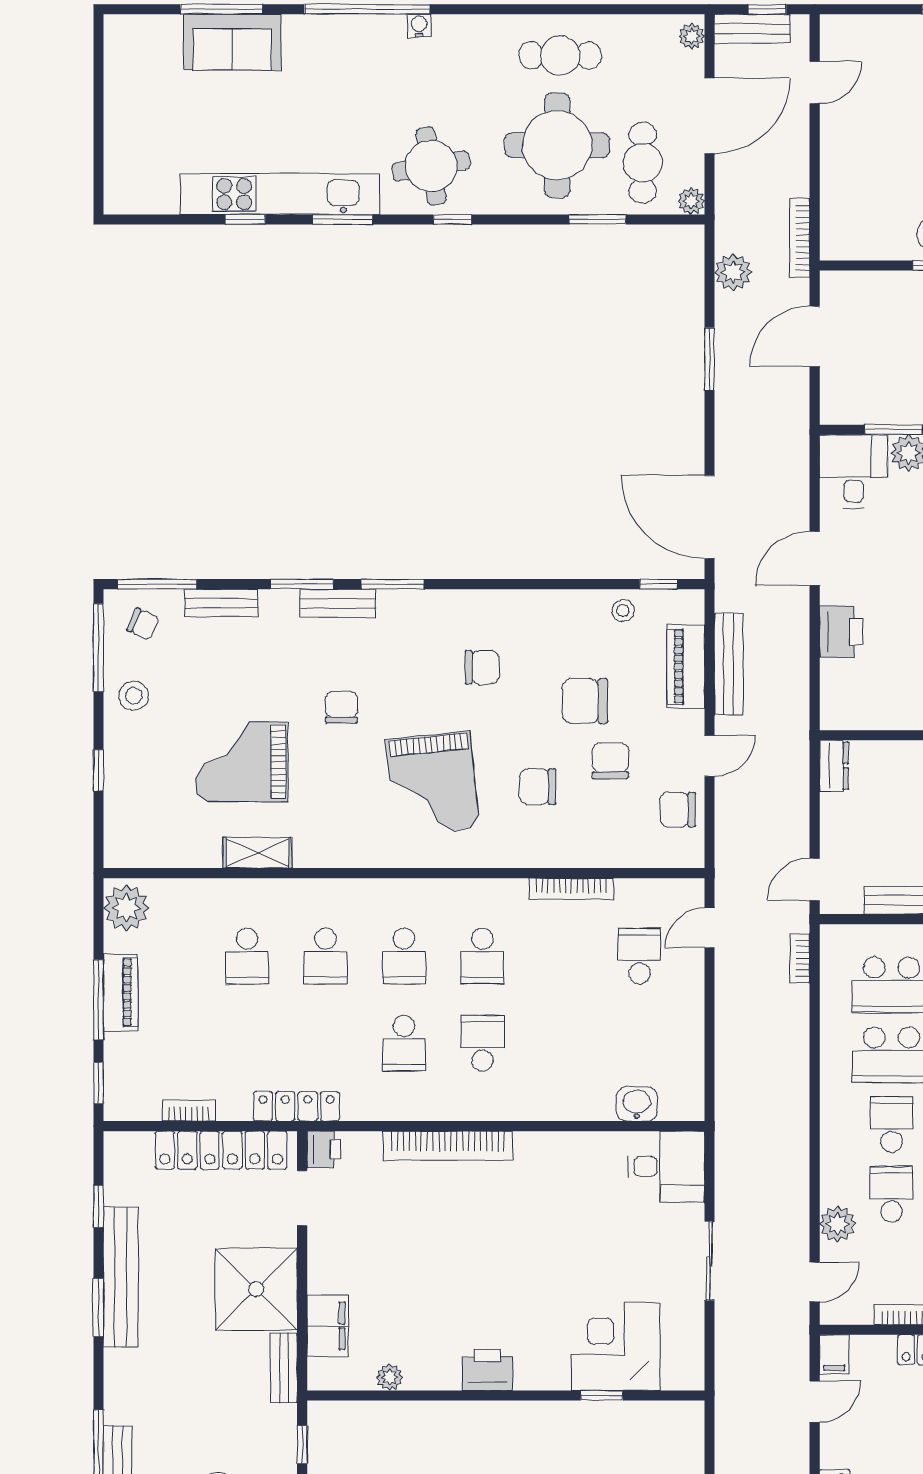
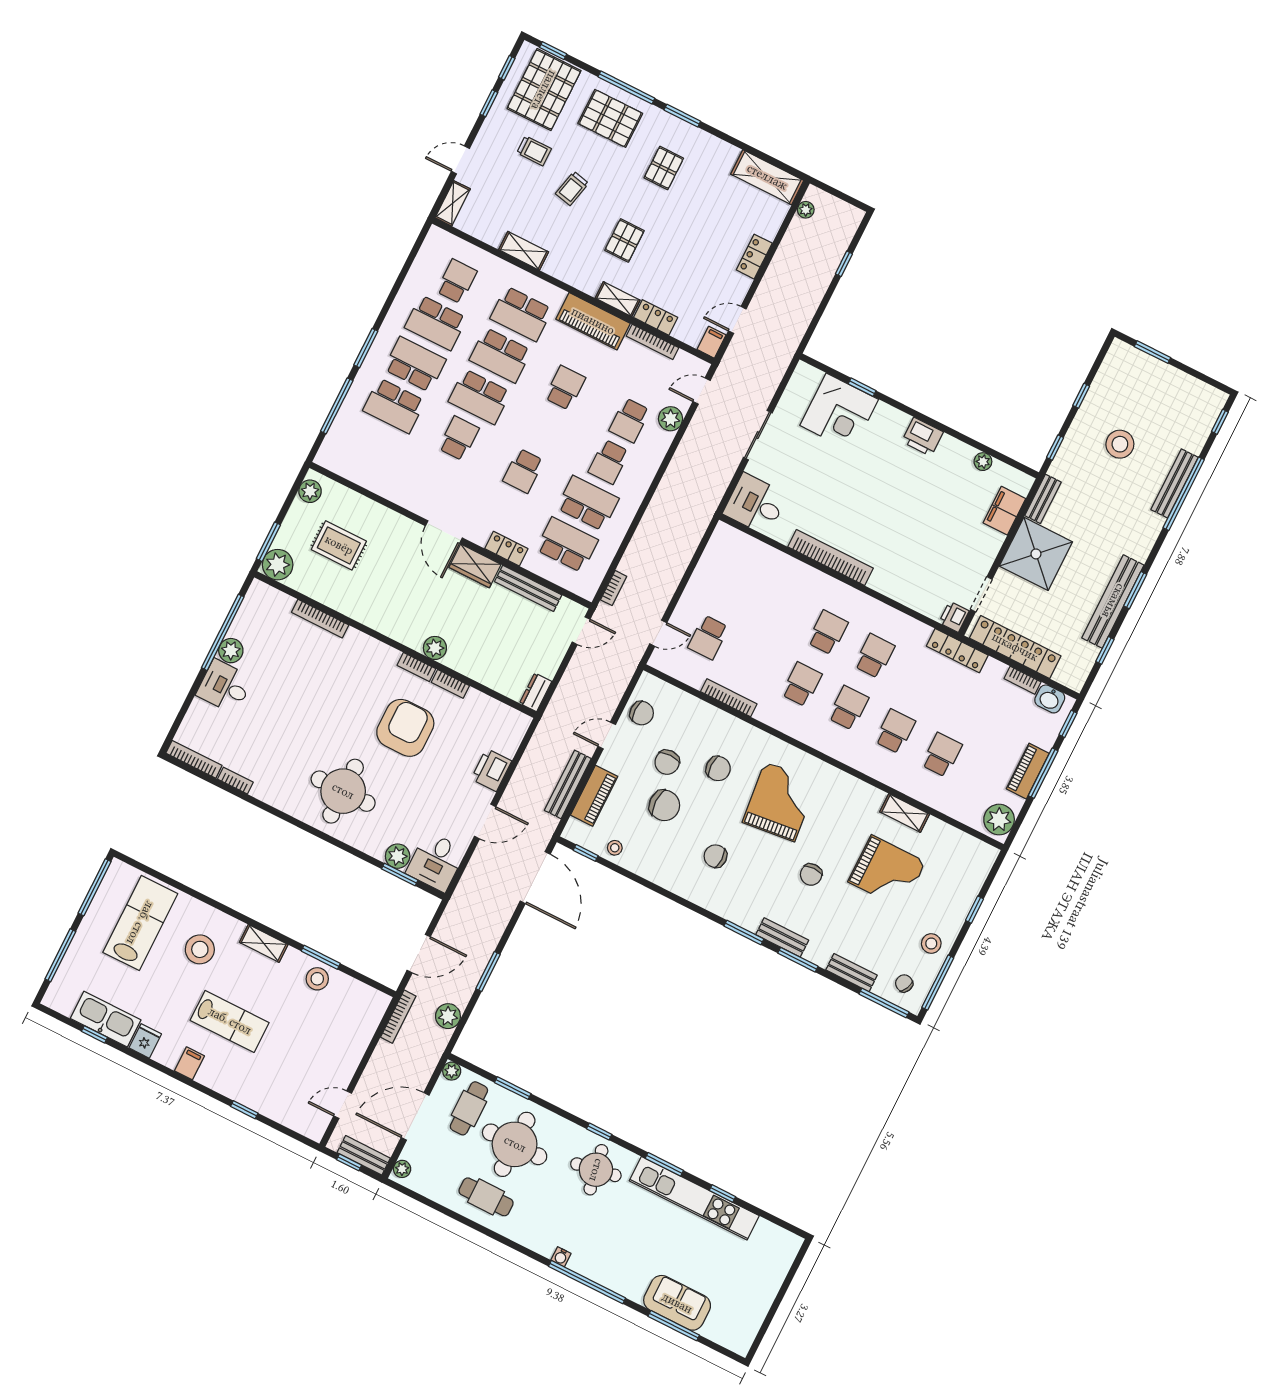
school desk: (483, 1043) -> (828, 632), turned 180
washbasin: (637, 1104) -> (1050, 699), moved
bookcase: (448, 1146) -> (831, 558), moved

